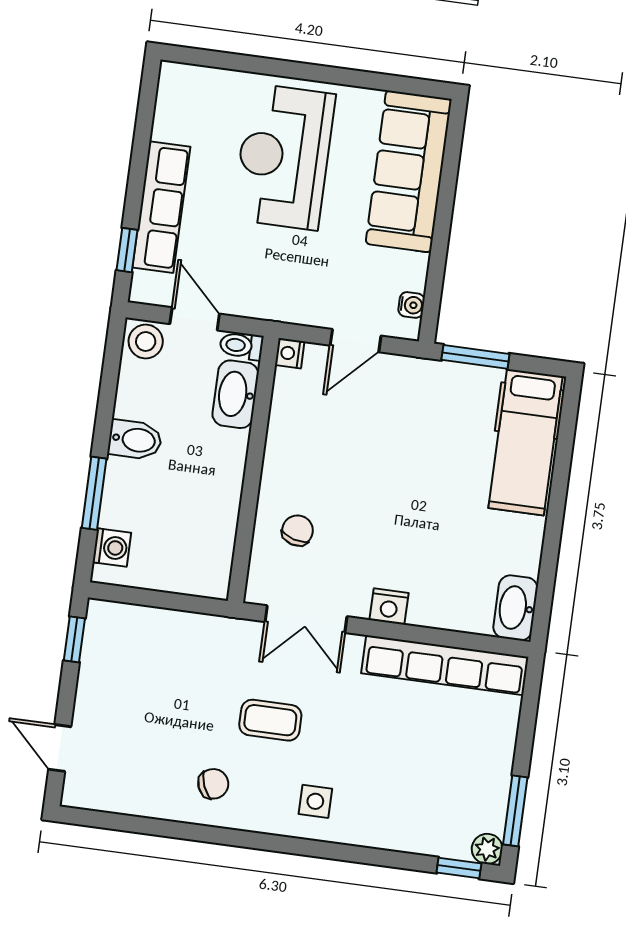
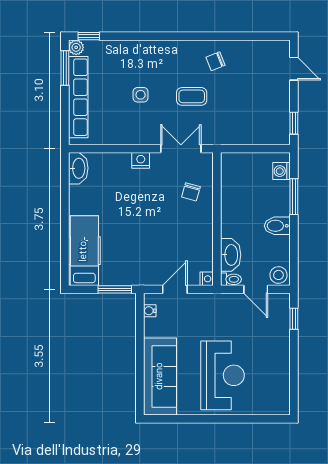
row of seats: (161, 207) -> (280, 342), removed
row of seats: (445, 665) -> (78, 97), moved, turned 90
side table: (315, 801) -> (141, 95), moved

